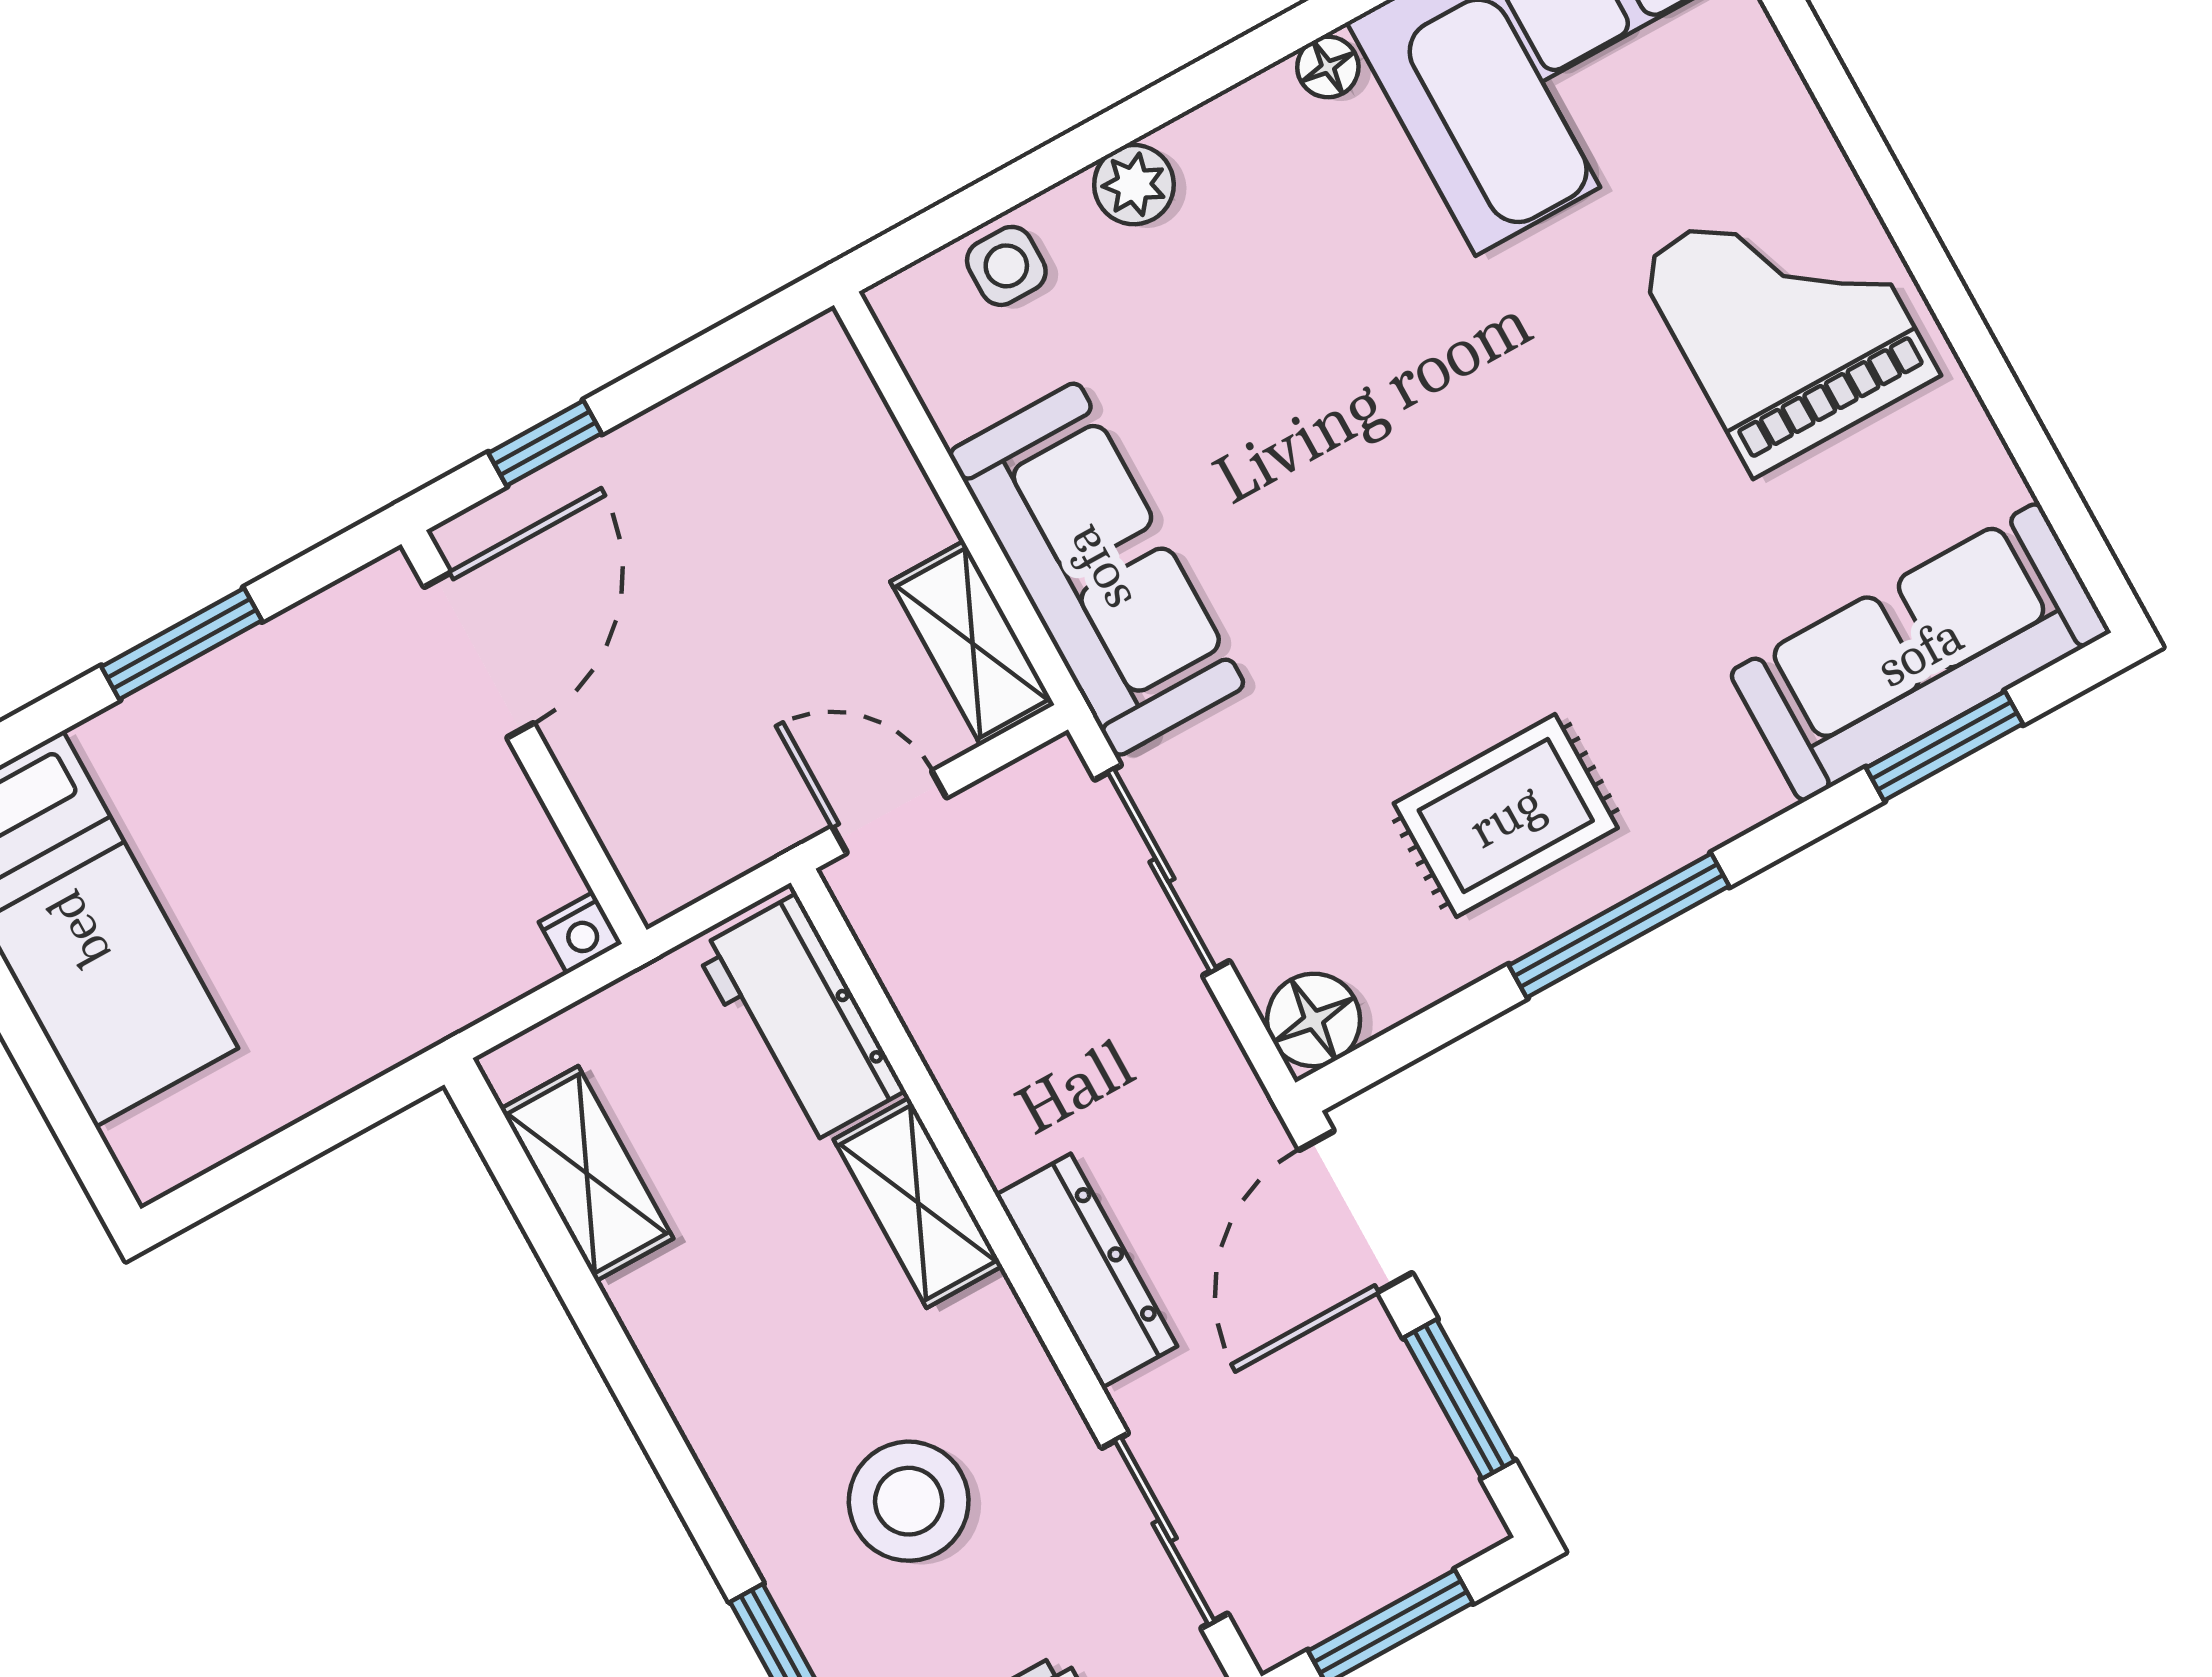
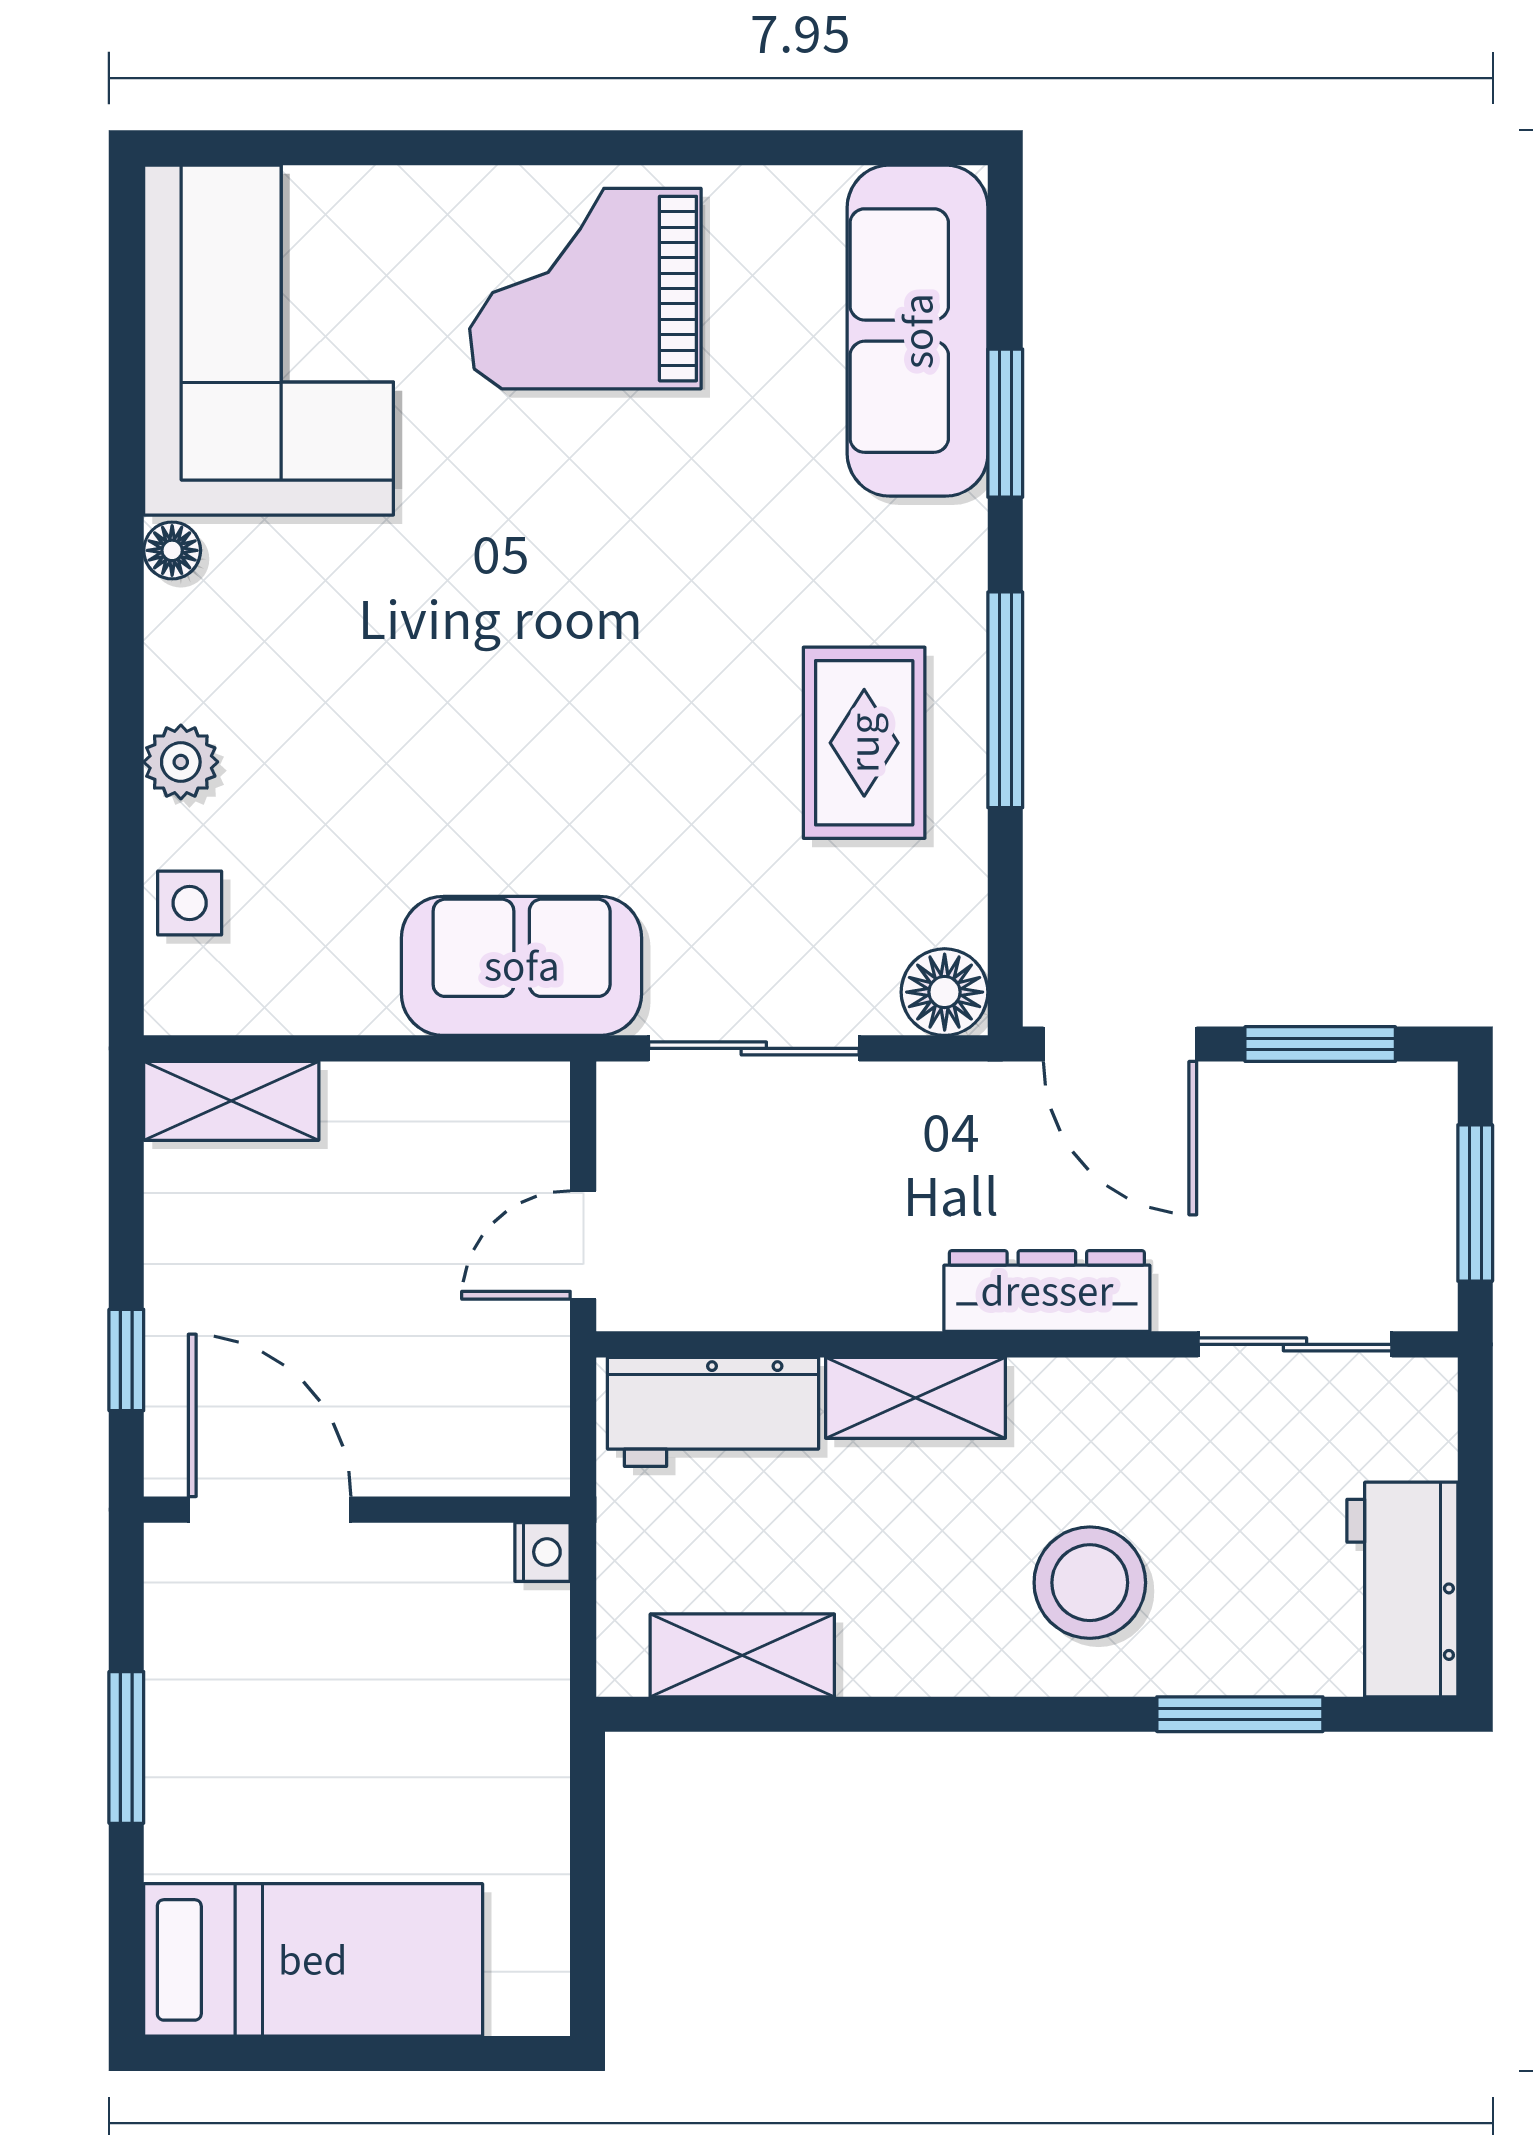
sofa: (1097, 569) -> (522, 966), width x0.73
shelving: (972, 643) -> (231, 1101), moved
window: (1944, 746) -> (1005, 423), moved
stool: (909, 1501) -> (1090, 1583), moved

